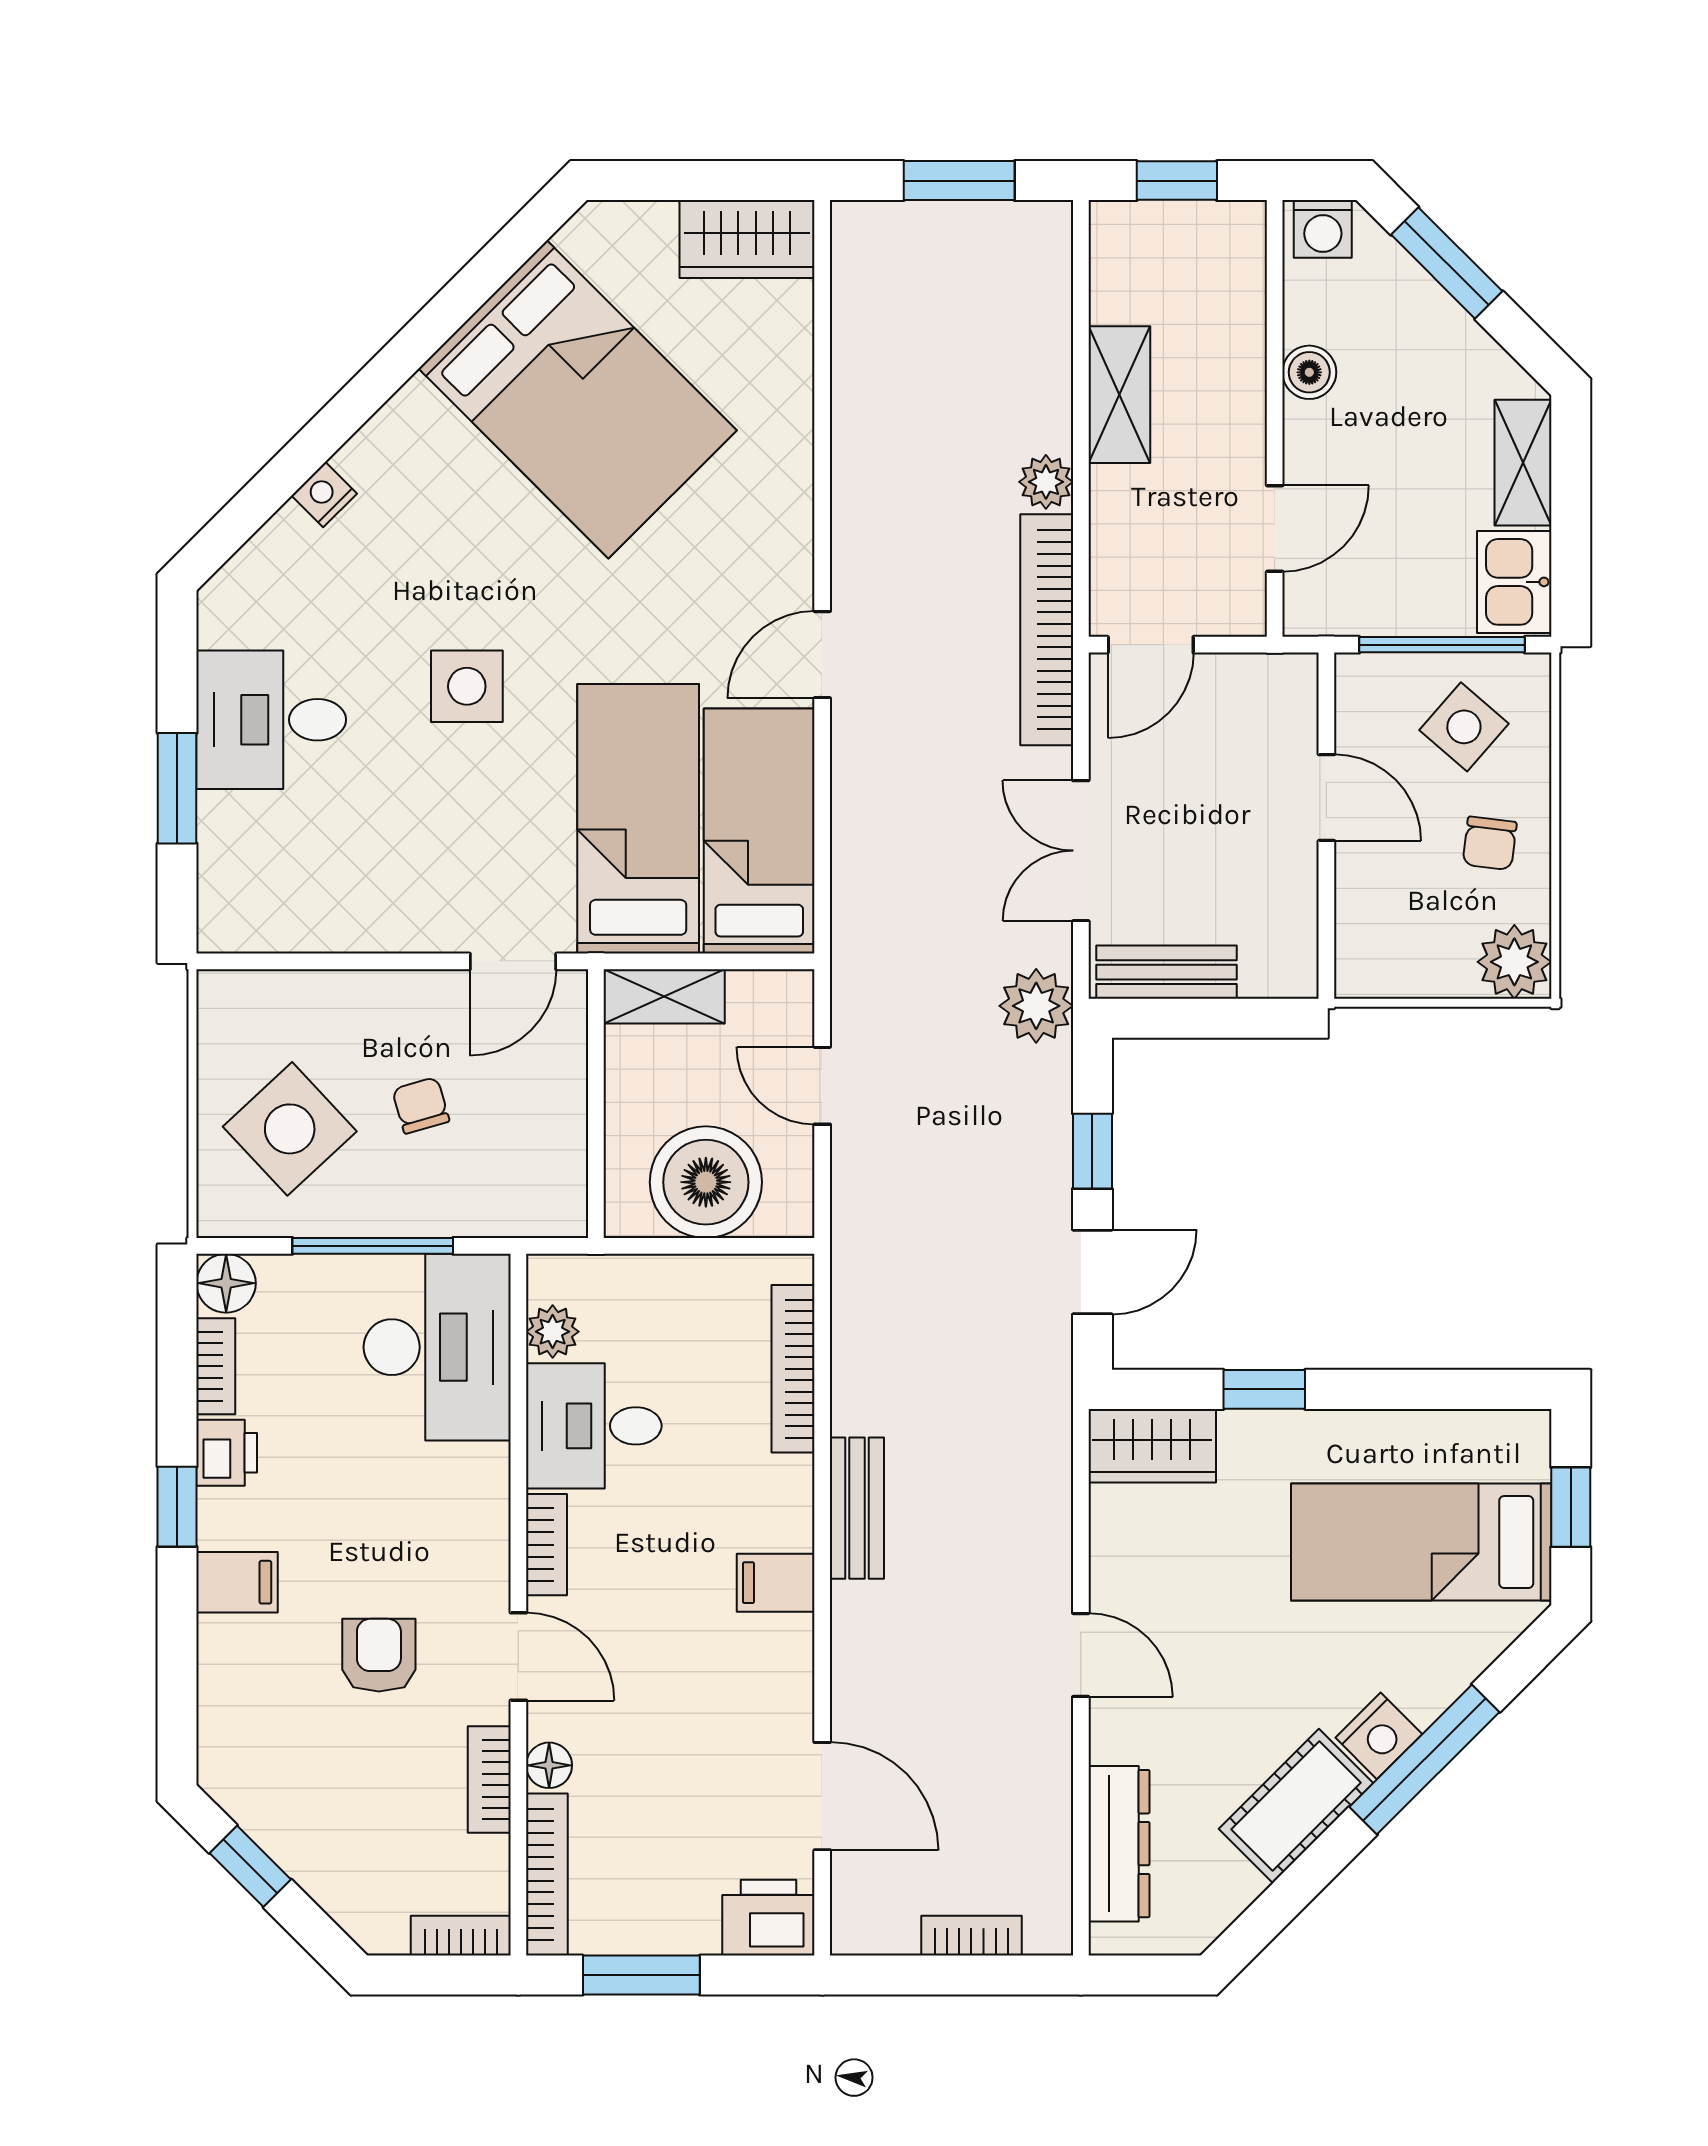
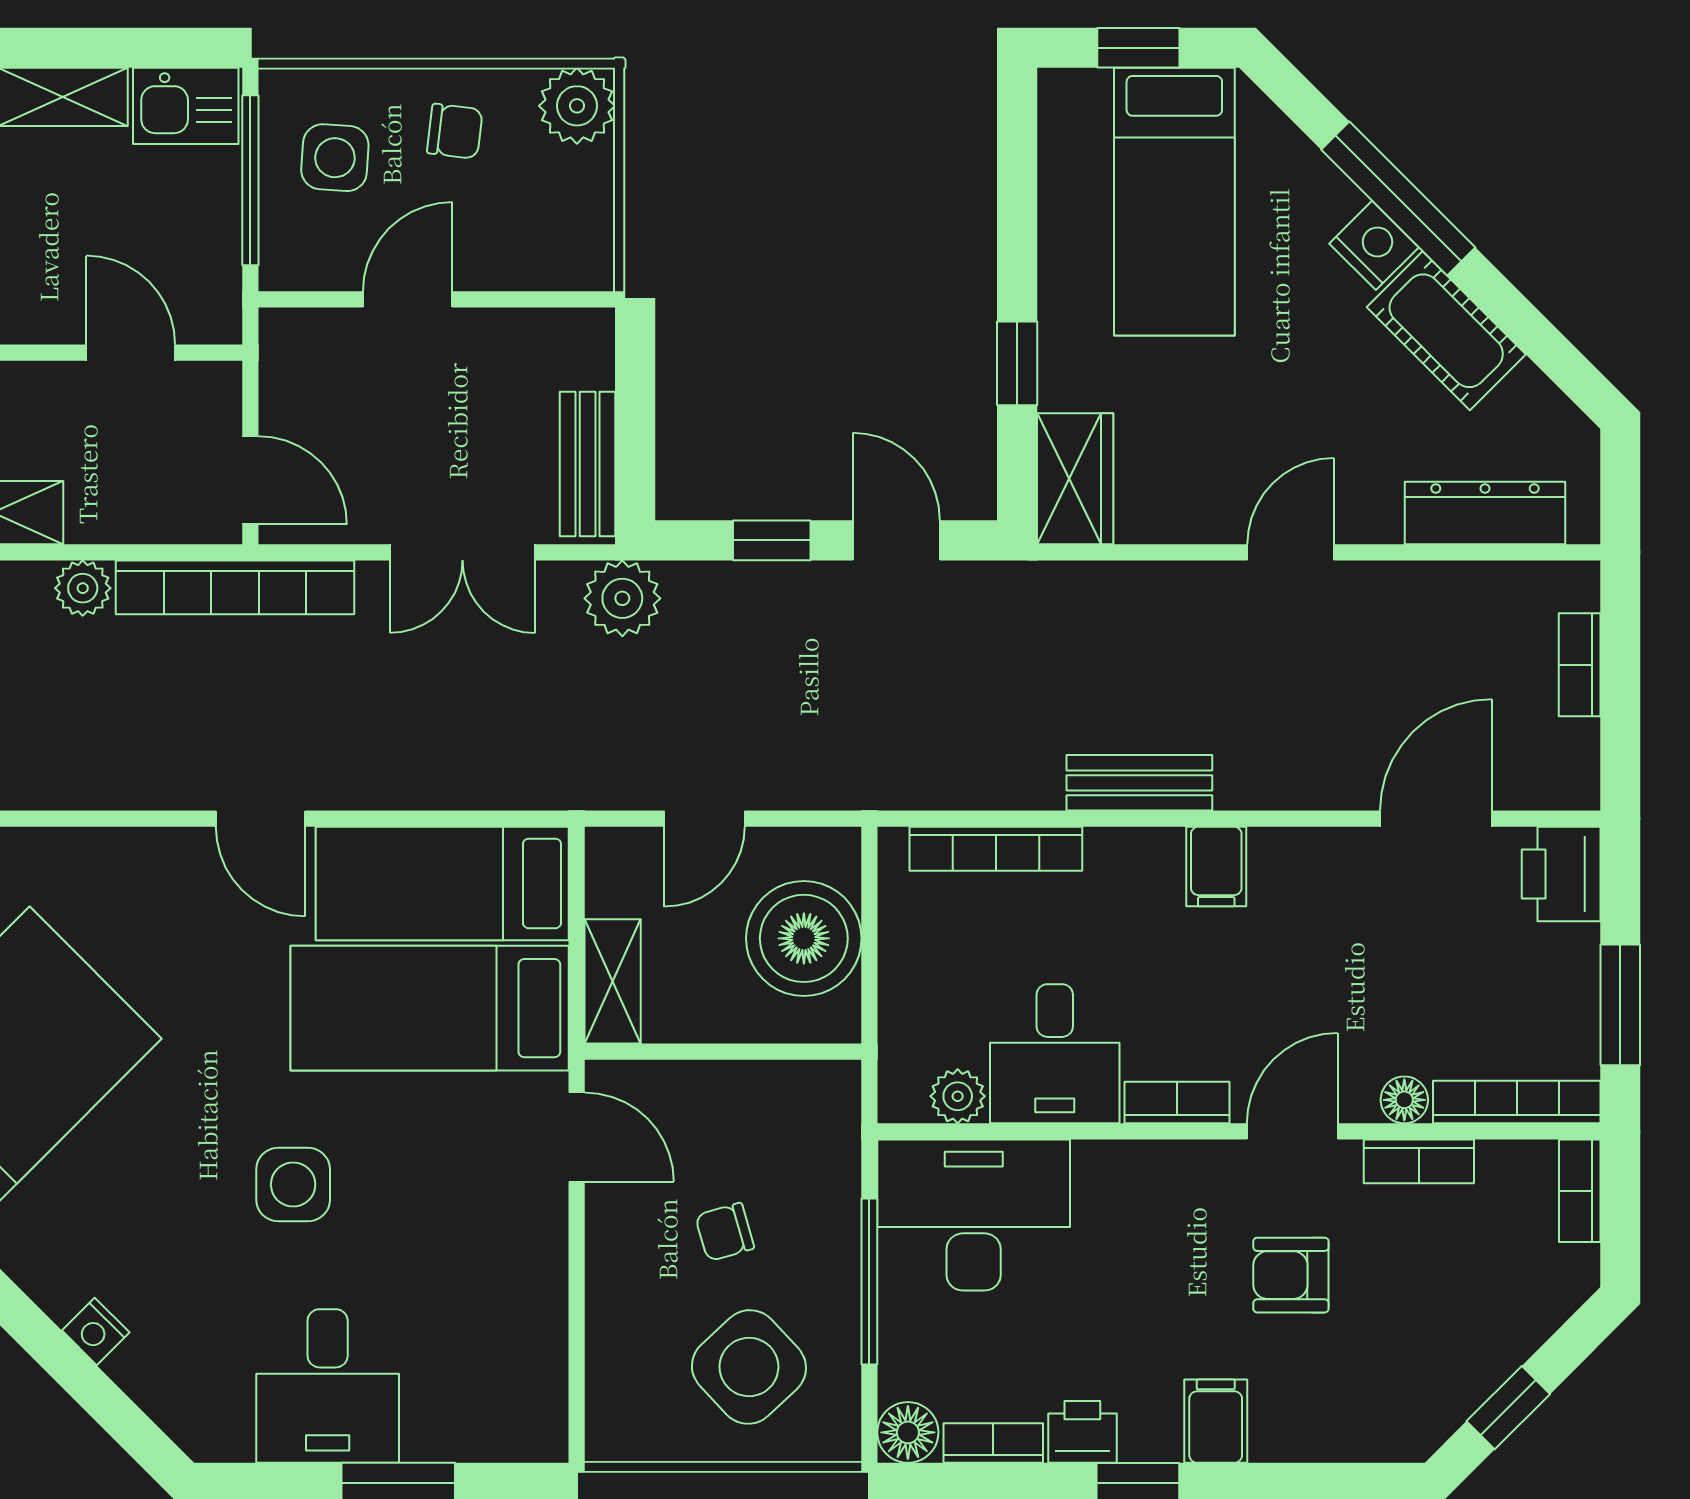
side table: (1464, 727) -> (335, 158), turned -37

